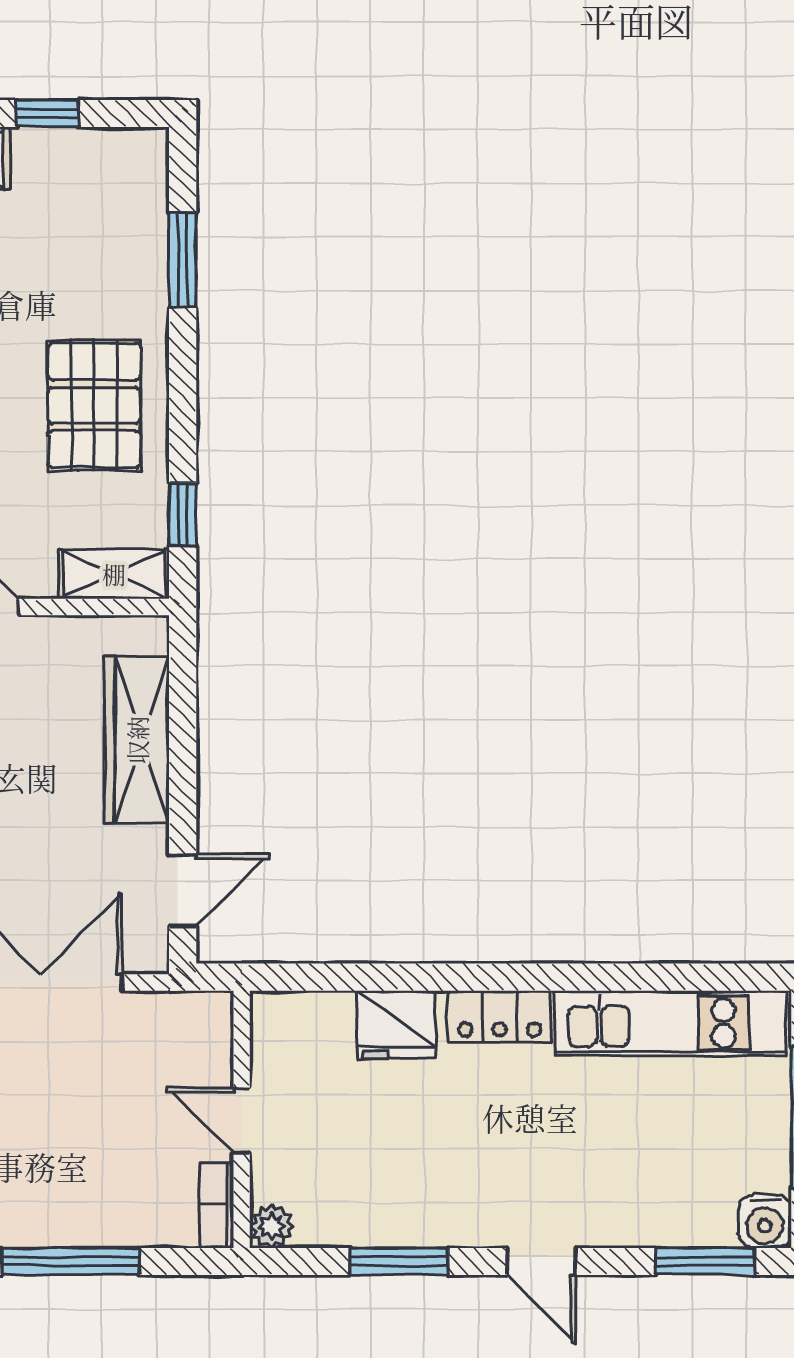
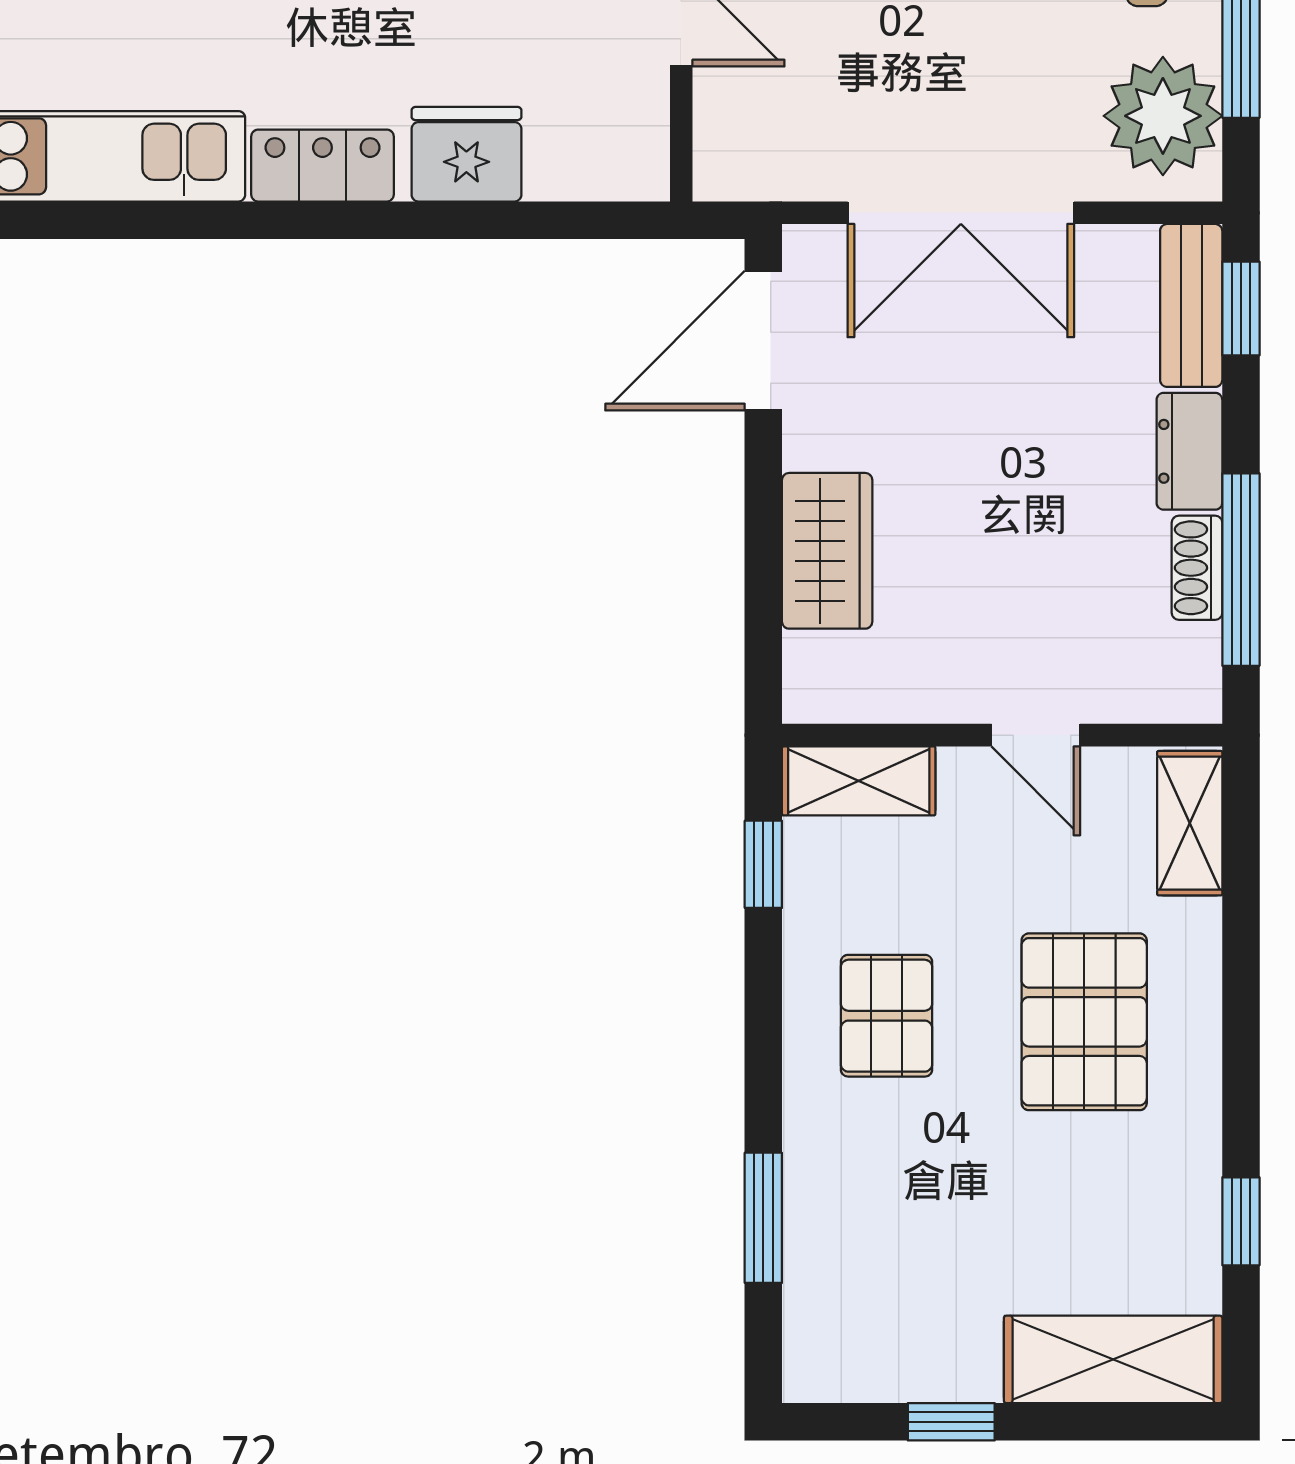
pallet: (94, 405) -> (887, 1016), width x0.67, depth x0.71
wardrobe: (137, 740) -> (827, 551), width x0.67
door: (183, 891) -> (763, 341), width x1.38

